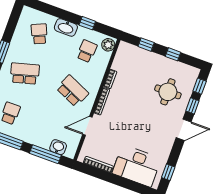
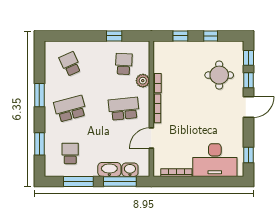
washbasin: (66, 27) -> (109, 169), moved, turned 180
plant: (108, 45) -> (143, 81), moved
school desk: (72, 91) -> (124, 109), turned -30

